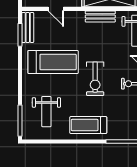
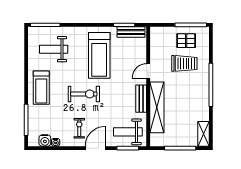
door: (56, 9) -> (148, 71), moved
exercise bike: (95, 79) -> (84, 94), turned 180
treadmill: (88, 125) -> (41, 88), turned 180

